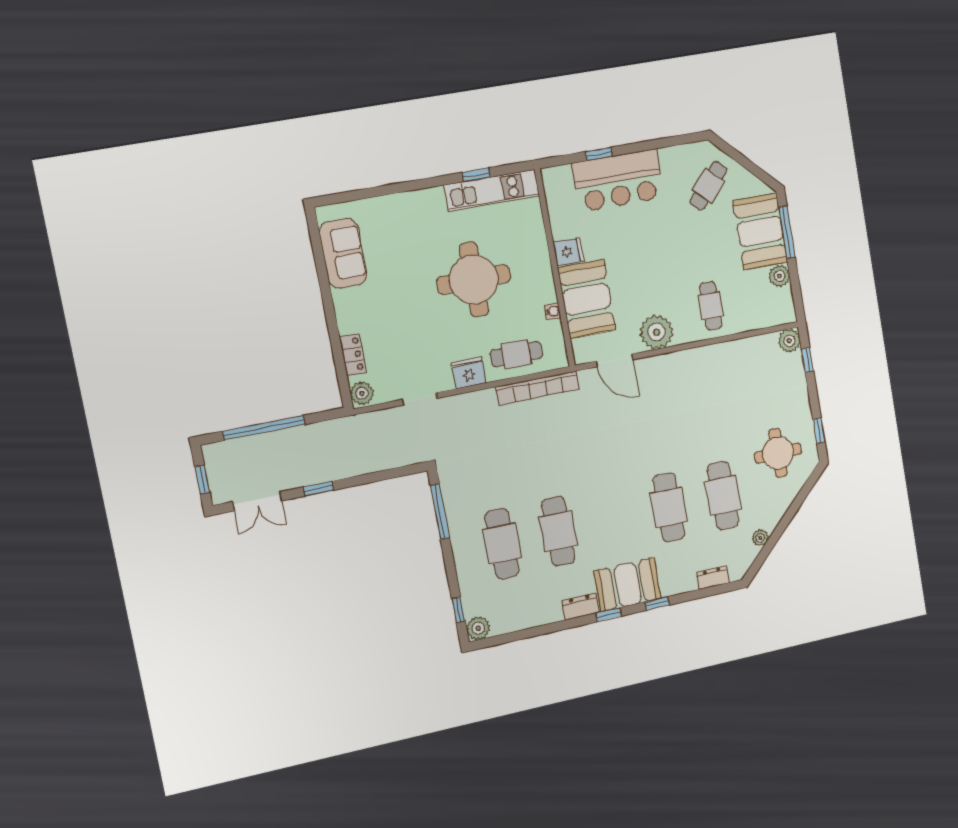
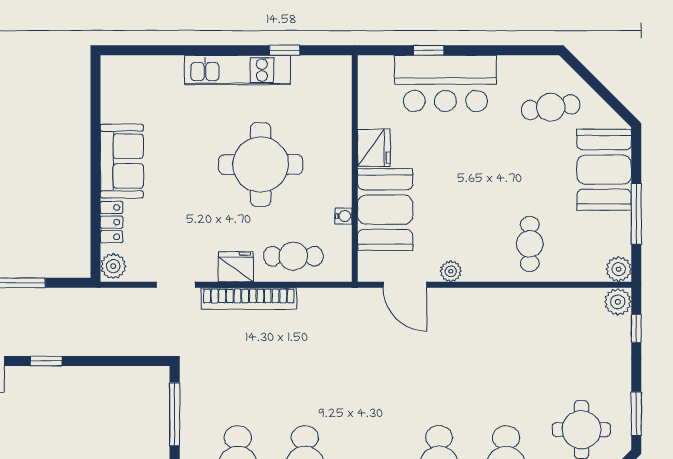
cafe table: (708, 186) -> (551, 107), turned 39
kitchen unit: (492, 190) -> (238, 70), moved
window: (787, 232) -> (636, 214), moved
fridge: (569, 252) -> (374, 148), width x1.38
sofa: (343, 253) -> (122, 161), moved
plant: (780, 276) -> (619, 269), moved
plant: (657, 332) -> (451, 271), width x0.53, depth x0.53
bookcase: (538, 388) -> (249, 299), moved
window: (819, 431) -> (636, 414), width x1.50

